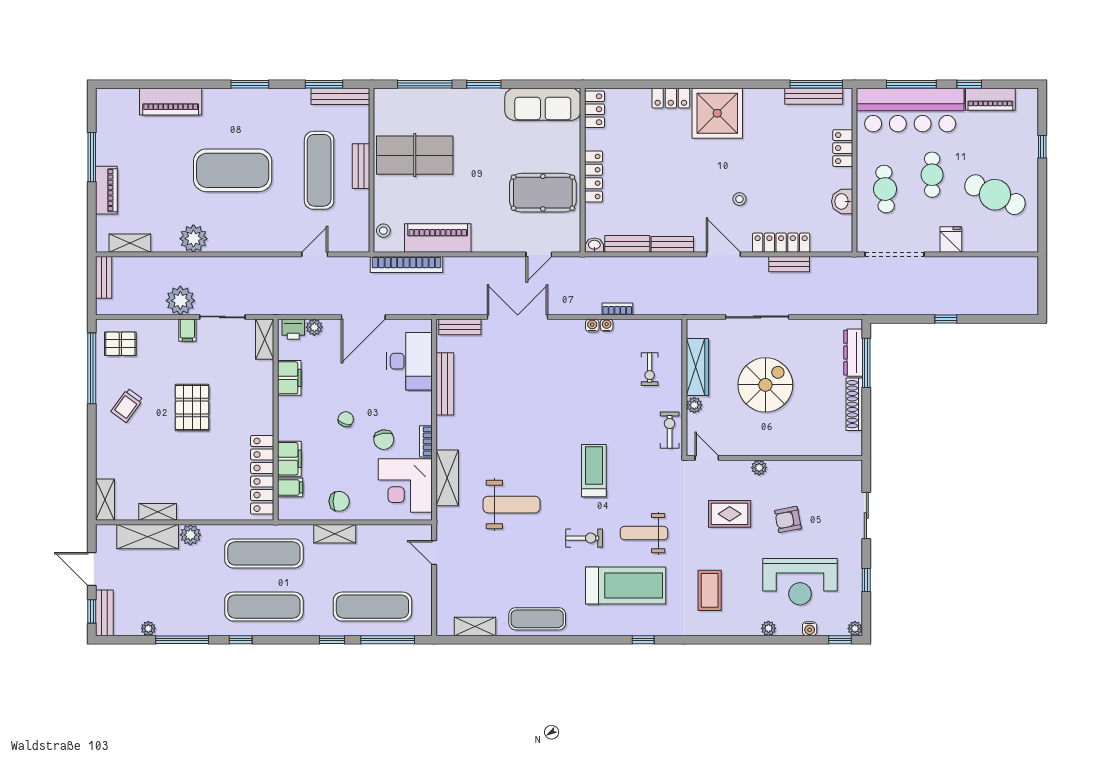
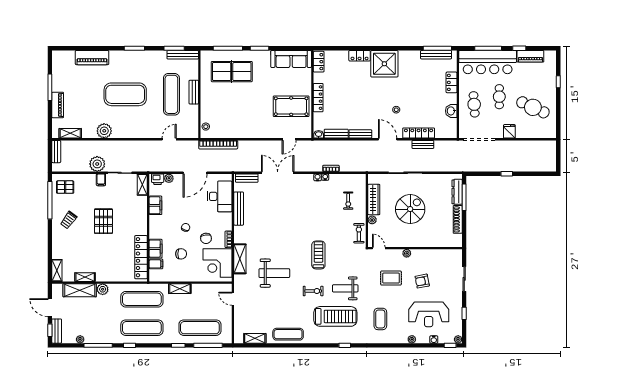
table tennis table: (415, 155) -> (232, 72), moved
piano: (438, 238) -> (235, 131), removed
chair: (339, 501) -> (181, 254), moved

